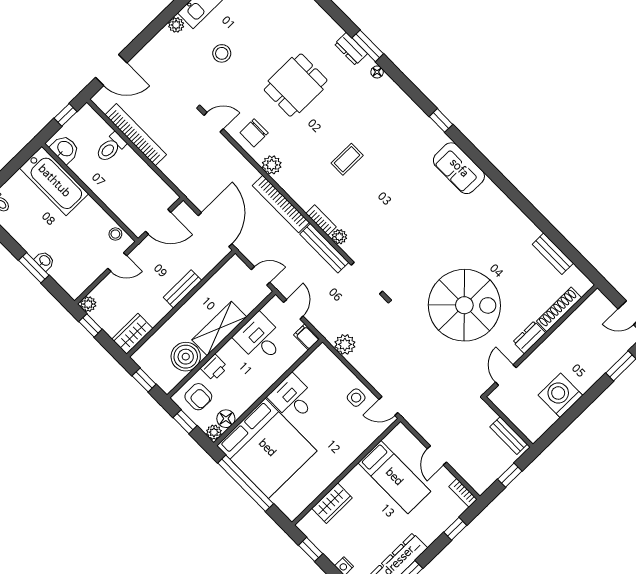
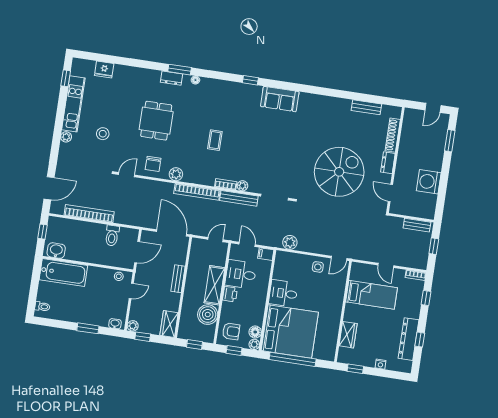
toilet: (111, 147) -> (112, 236), moved
washbasin: (45, 261) -> (115, 324), moved
printer: (214, 368) -> (230, 294), moved

